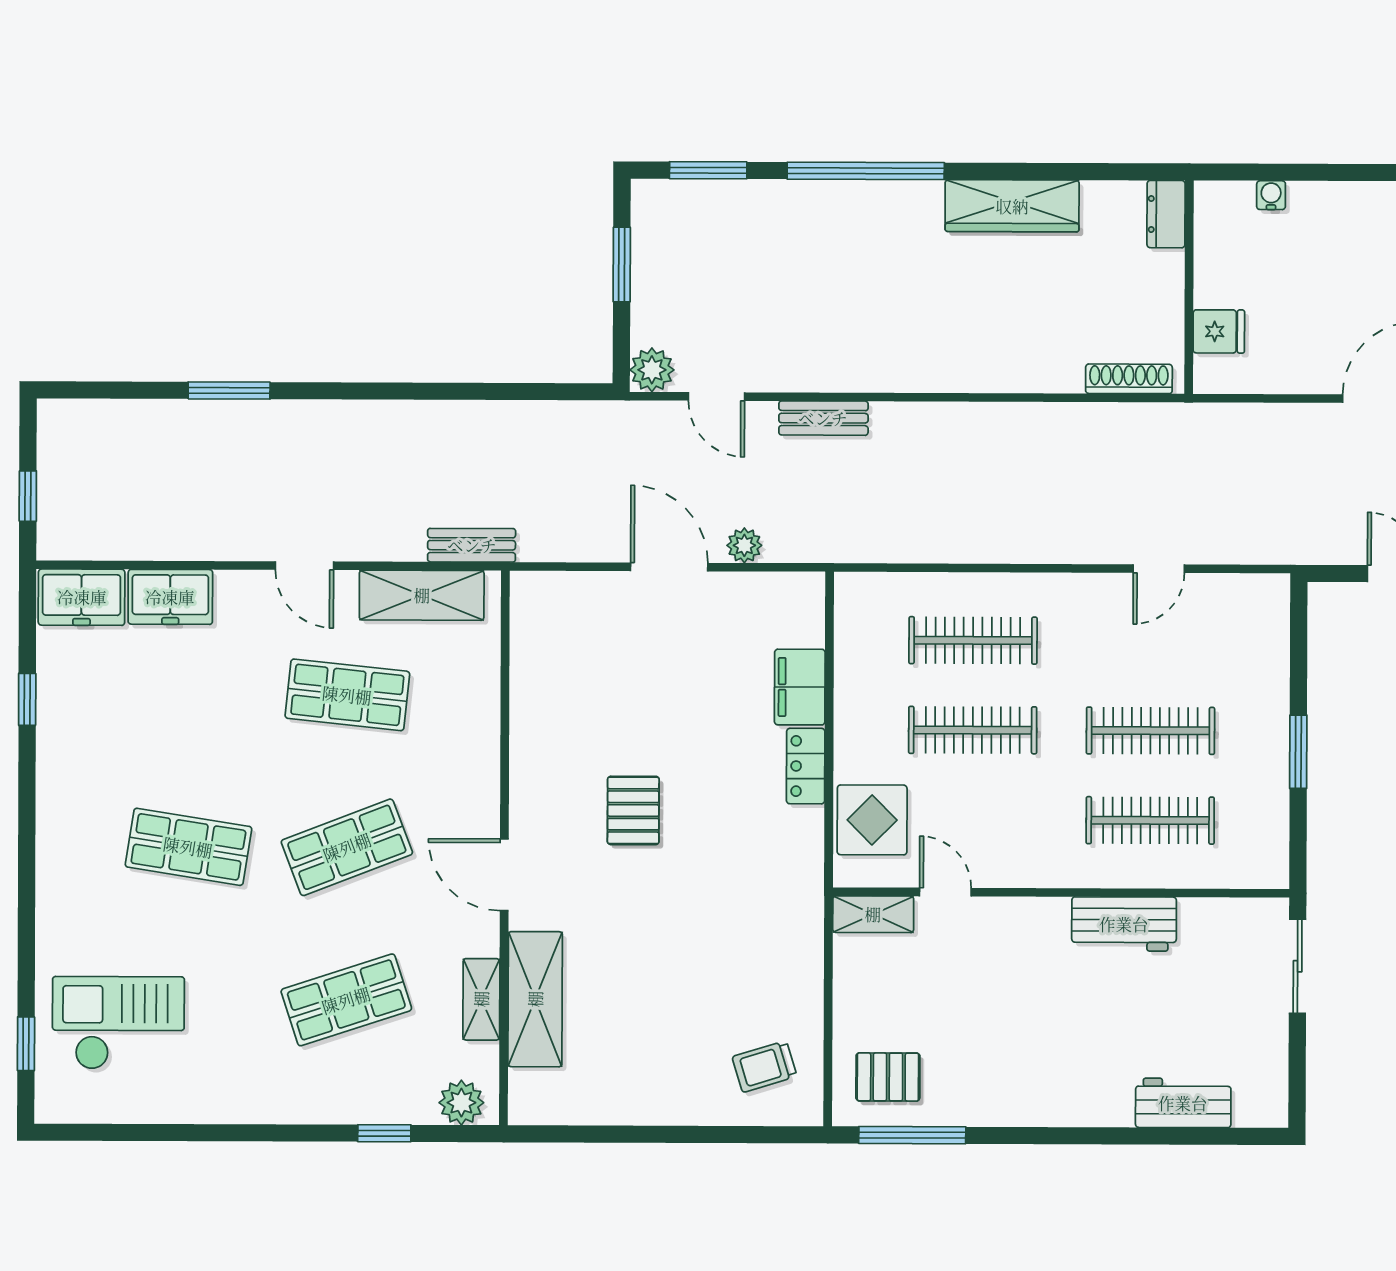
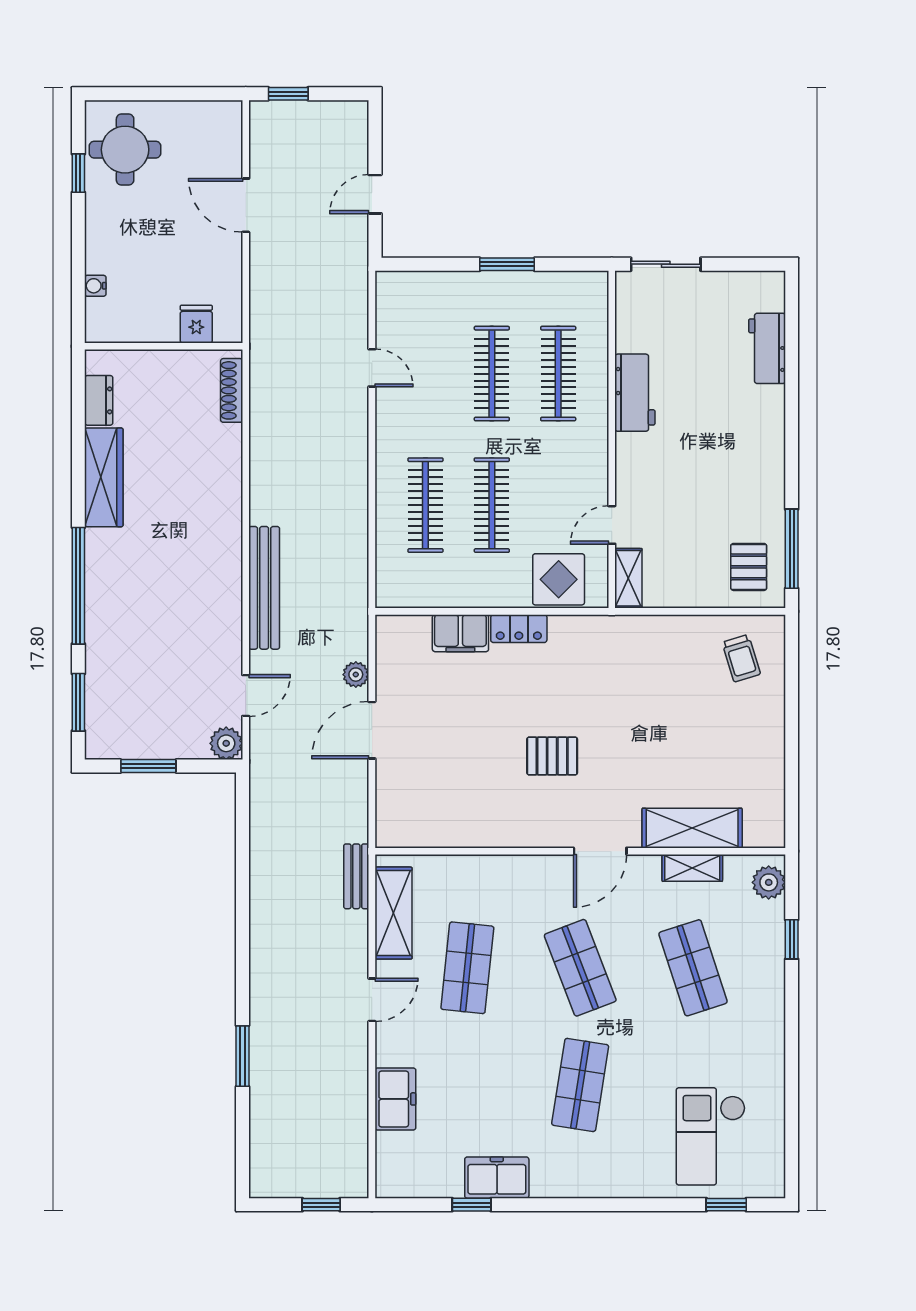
dresser: (1166, 214) -> (99, 400), moved, turned -90
bench: (823, 418) -> (264, 588), width x1.86, depth x1.21
freezer: (82, 597) -> (497, 1178), moved, turned -90

